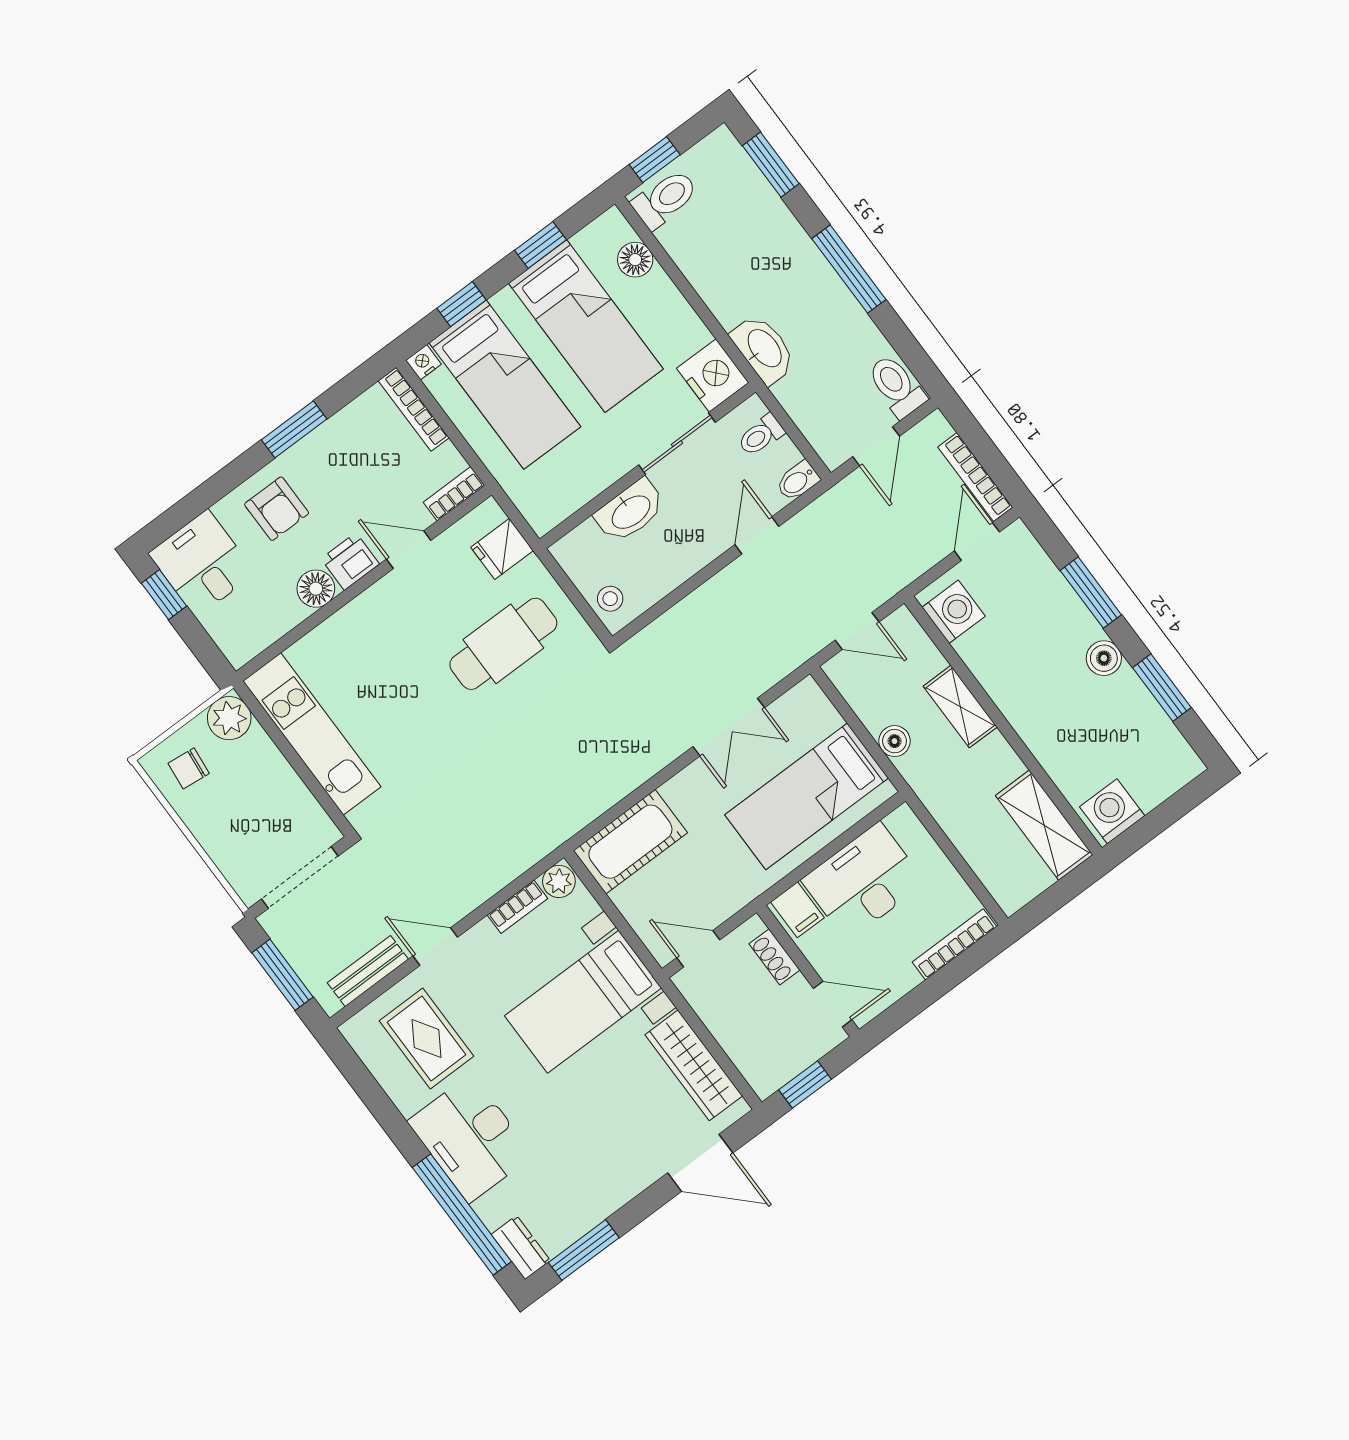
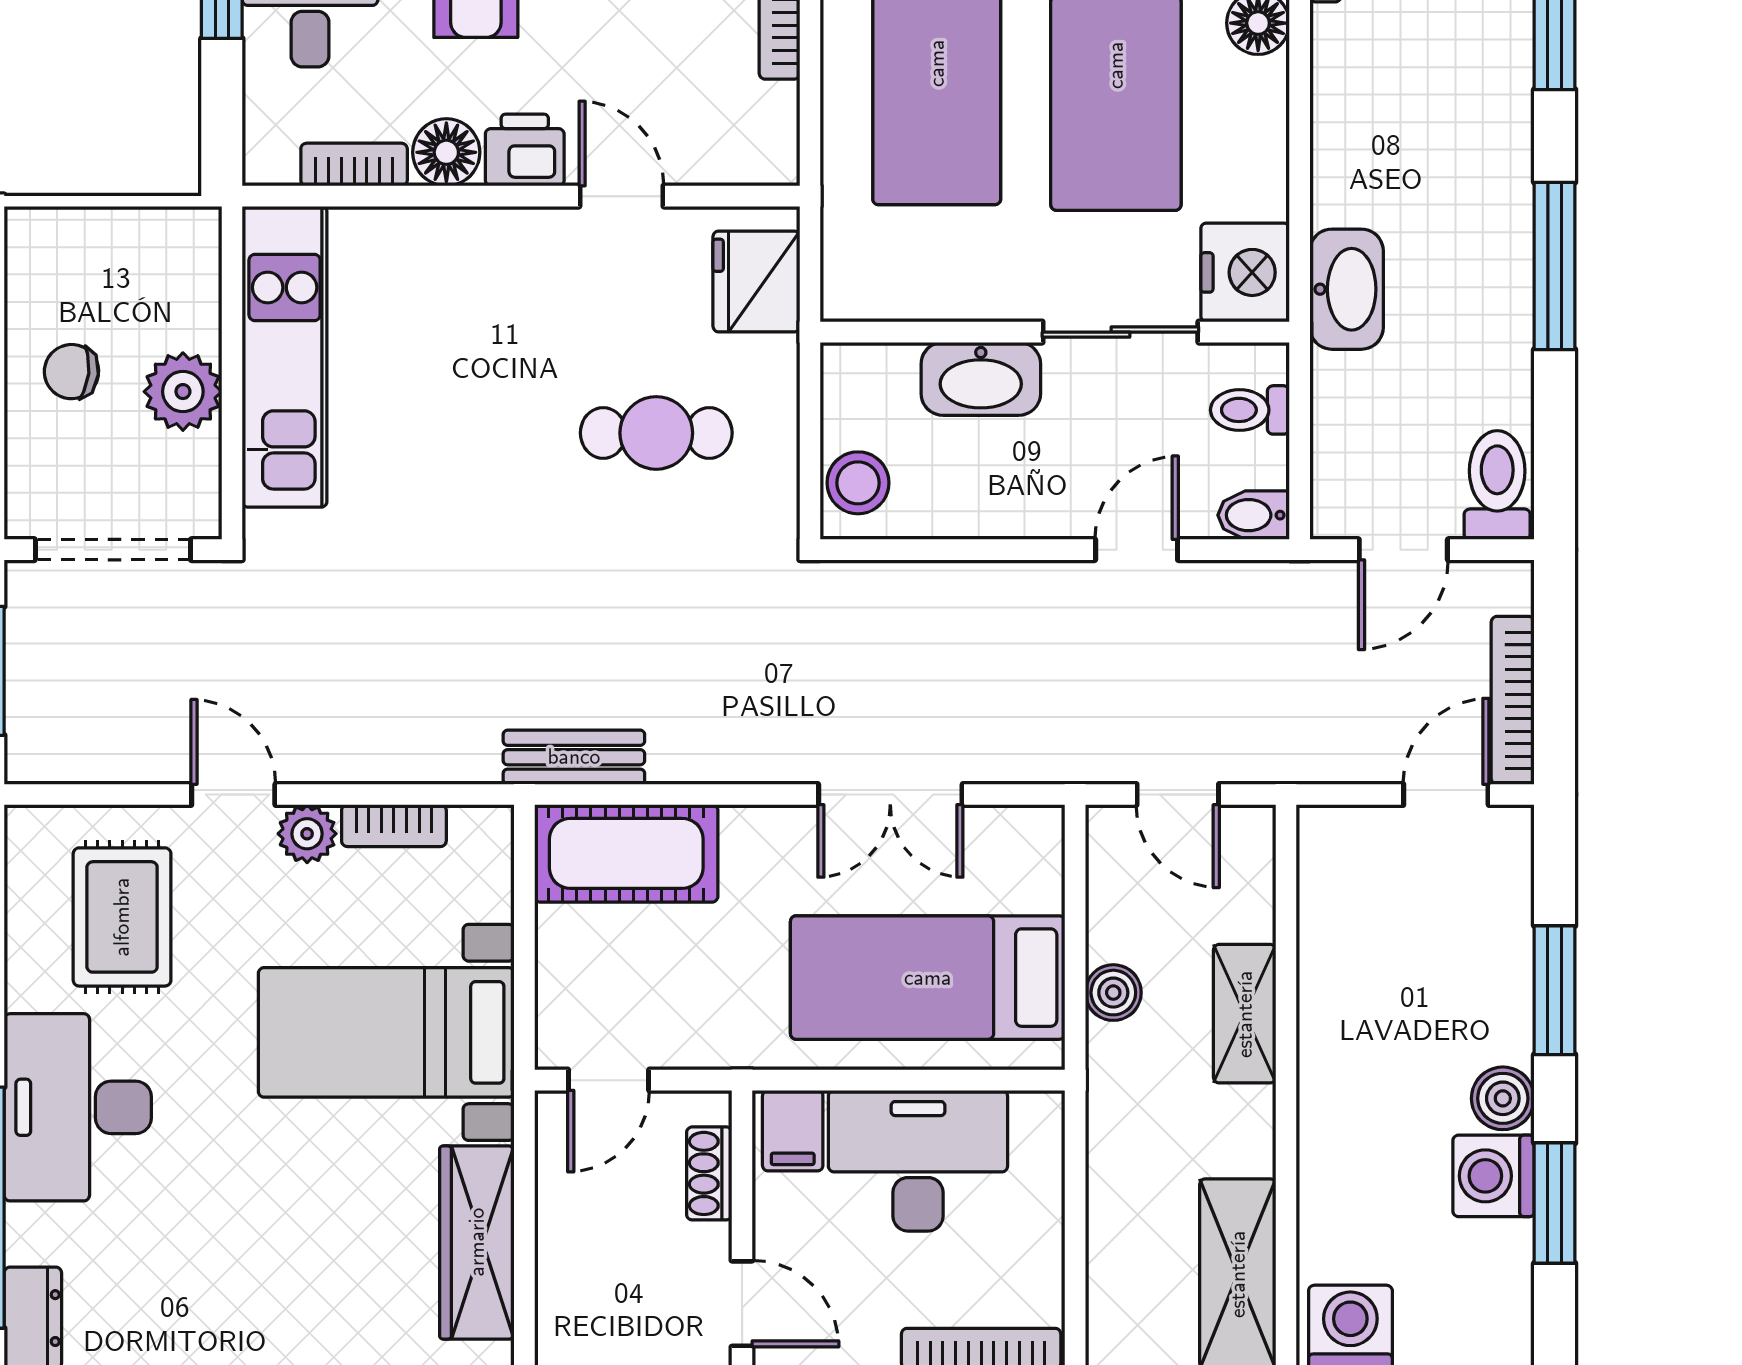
bookcase: (454, 494) -> (354, 165), moved
fridge: (502, 549) -> (756, 281), width x1.38
stool: (610, 599) -> (858, 483), width x1.37, depth x1.37
washing machine: (954, 612) -> (1493, 1176), moved, turned 180
cafe table: (503, 644) -> (656, 433), width x0.73, depth x0.74
plant: (229, 718) -> (183, 392), moved
chair: (189, 768) -> (71, 372), moved
plant: (559, 881) -> (307, 834), moved
door: (698, 949) -> (609, 1080), swing flipped
bench: (368, 971) -> (574, 757), moved

